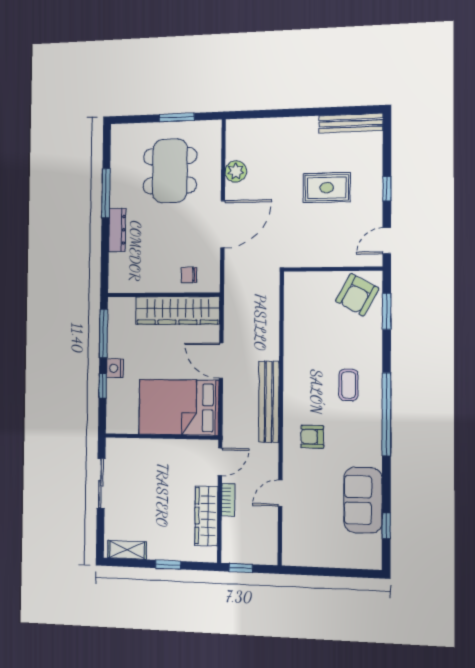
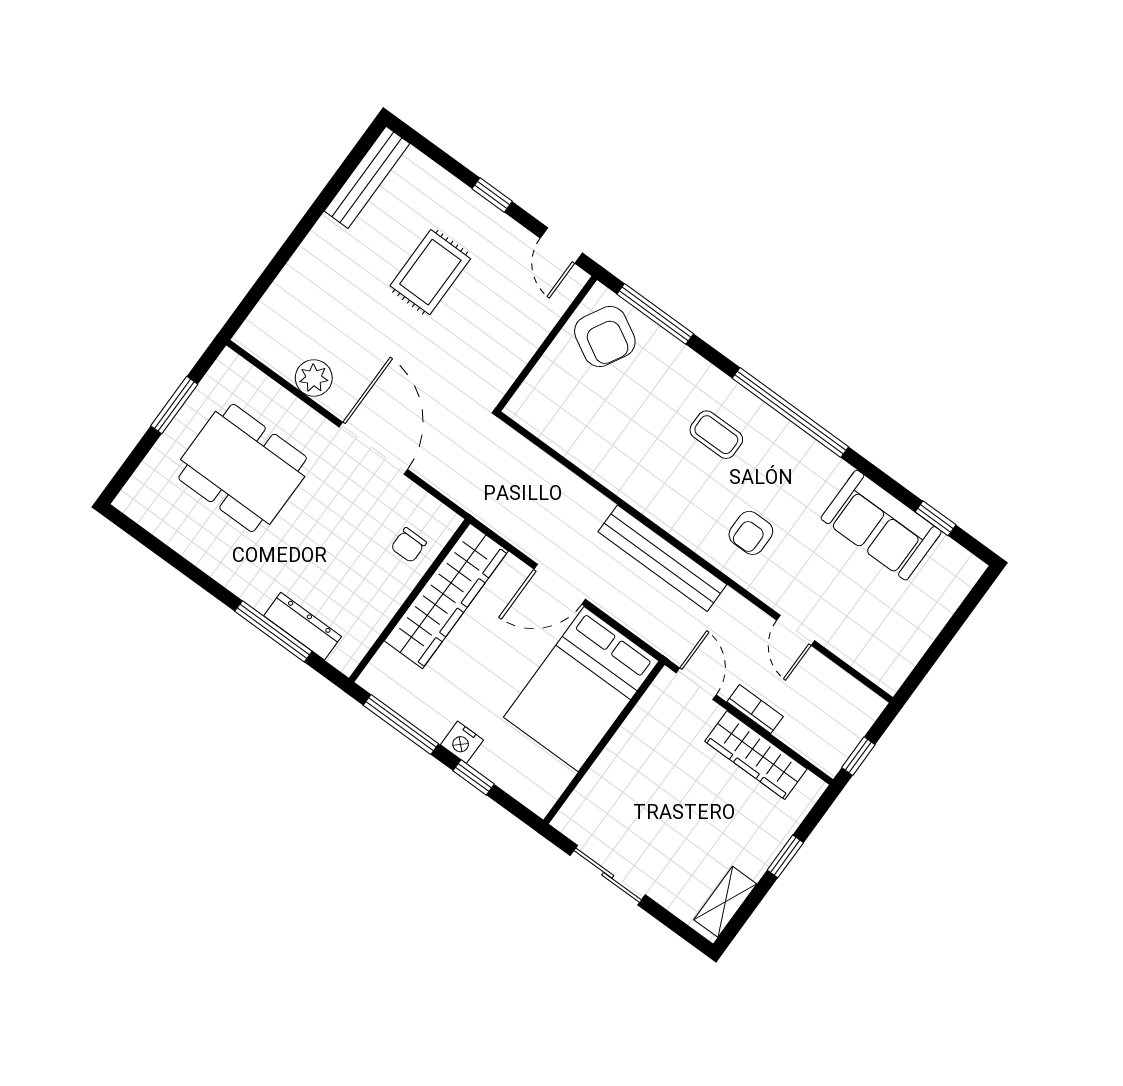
window: (106, 193) -> (273, 631), moved
dresser: (117, 230) -> (303, 626), moved
window: (387, 311) -> (655, 314), width x1.44

